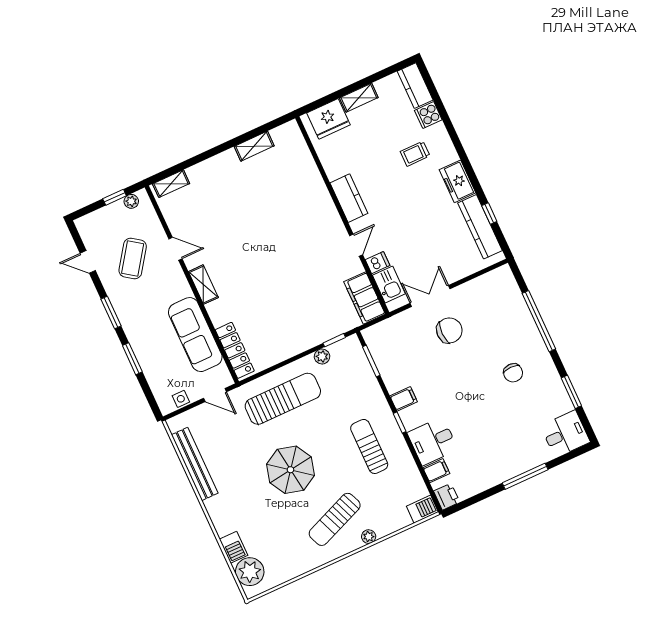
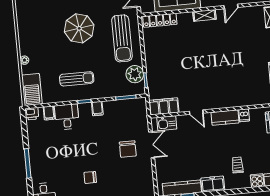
dishwasher: (378, 263) -> (244, 115), moved
plant: (322, 356) -> (135, 74), width x1.87, depth x1.87
barbecue: (422, 509) -> (32, 89), width x1.88, depth x1.53
sun lounger: (335, 519) -> (41, 44), removed

